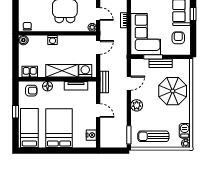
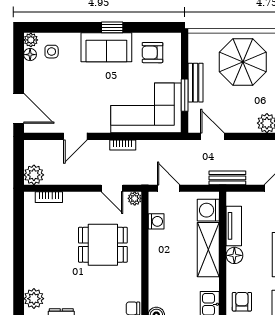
door: (98, 14) -> (112, 188), swing flipped
washing machine: (53, 40) -> (156, 221), moved
door: (129, 83) -> (212, 136), moved
floor lamp: (48, 86) -> (234, 255), moved

